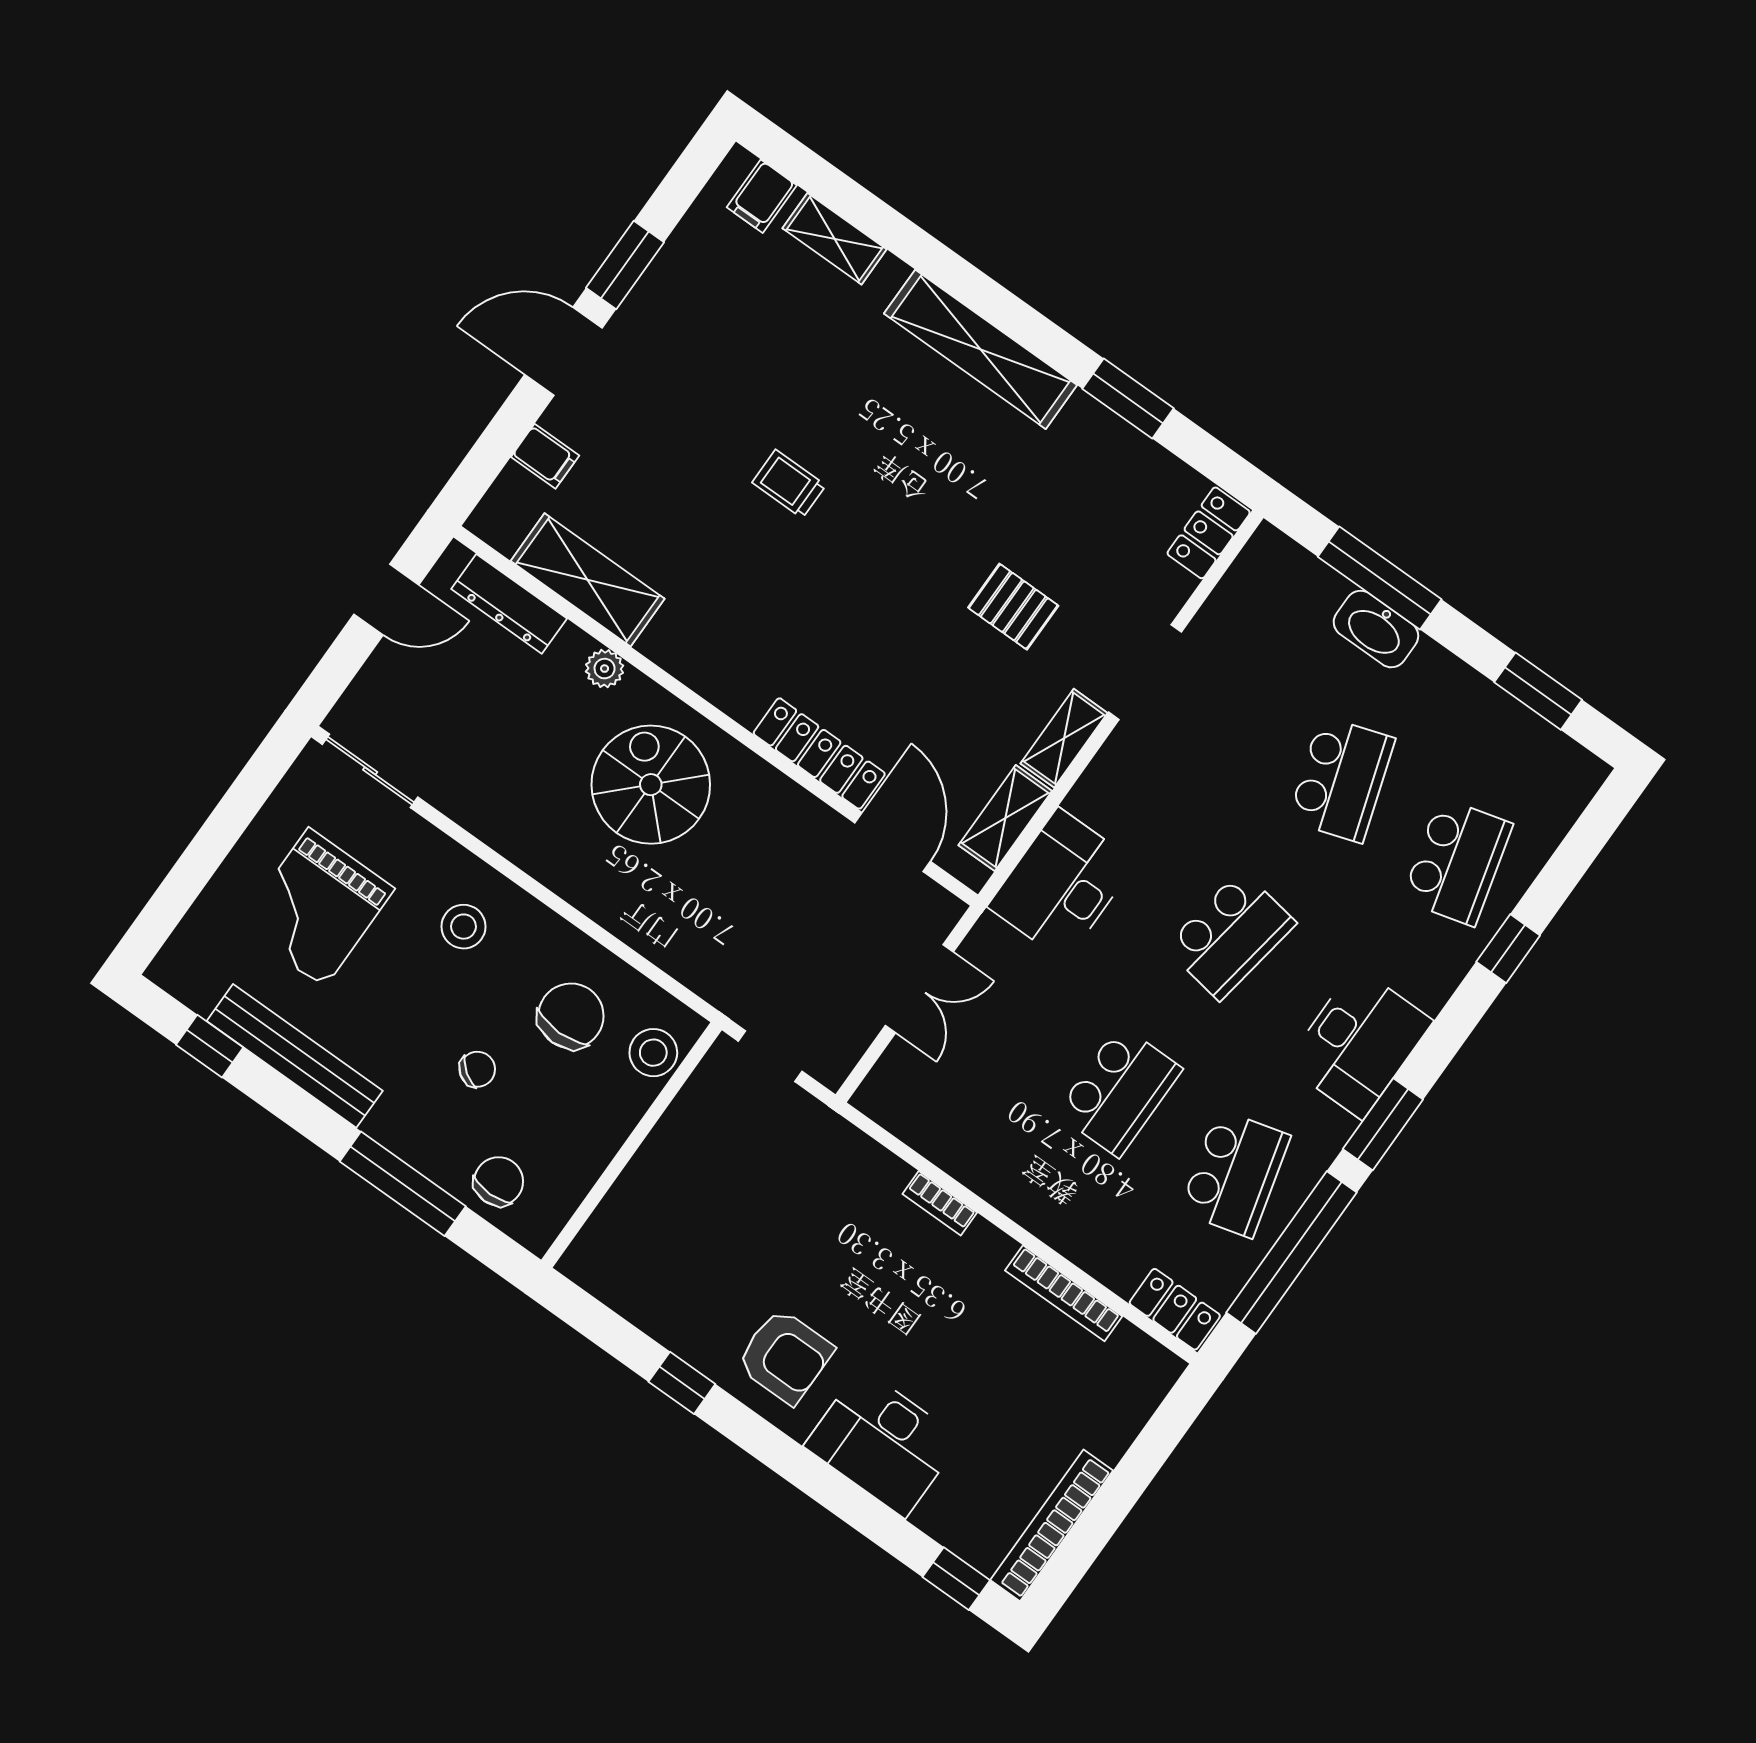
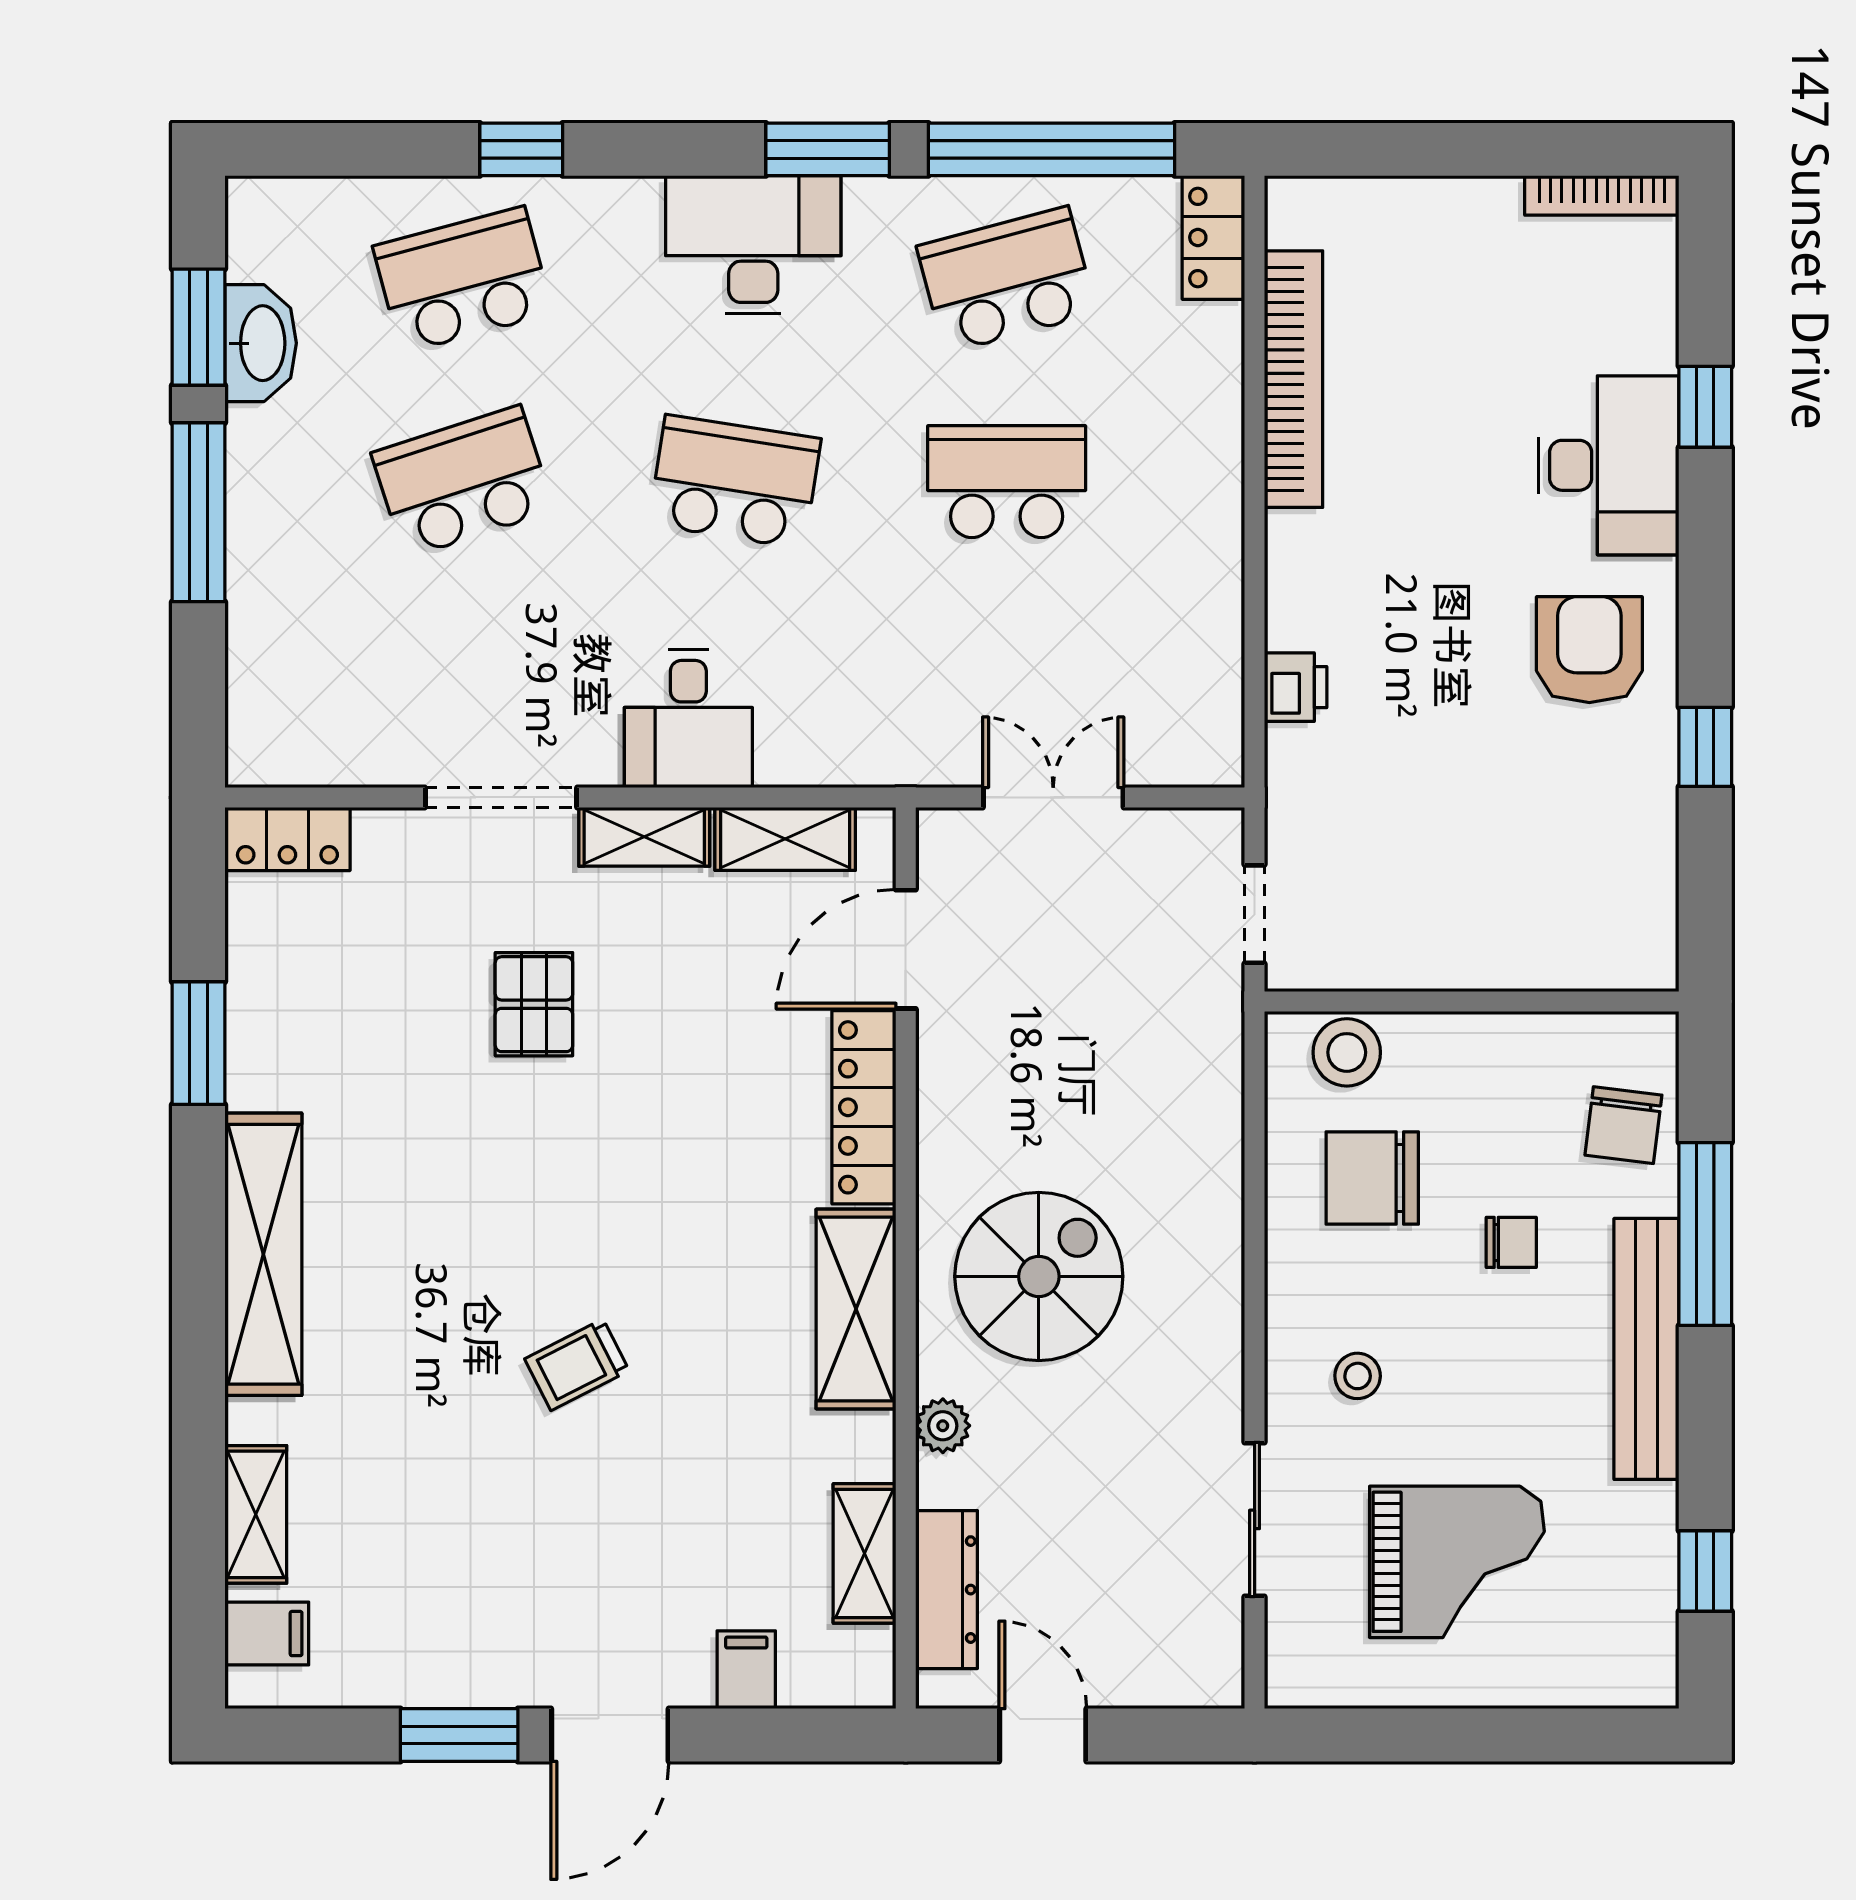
door: (563, 351) -> (610, 1735), hinge flipped
trolley: (789, 484) -> (577, 1365), turned 63
window: (1380, 578) -> (198, 512), moved
shelving: (588, 580) -> (865, 1553), width x0.67, depth x0.75
washbasin: (1376, 629) -> (261, 343), moved
shelving: (707, 667) -> (856, 1309), added
sliding door: (370, 771) -> (1255, 1519), moved
spiral stairs: (651, 785) -> (1039, 1276), turned 180
desk: (1062, 885) -> (688, 719), moved, width x0.73
stool: (464, 927) -> (1358, 1376), width x0.73, depth x0.73
bench: (295, 1056) -> (1646, 1349), moved
chair: (477, 1069) -> (1511, 1242), turned 145
printer: (884, 1173) -> (1296, 687), added
chair: (499, 1181) -> (1623, 1125), turned -83
bookcase: (940, 1203) -> (1285, 597), removed
bookcase: (1064, 1293) -> (1294, 379), width x1.48, depth x1.31
bookcase: (1052, 1525) -> (1602, 195), width x0.68, depth x0.76
window: (956, 1579) -> (1705, 407), moved

